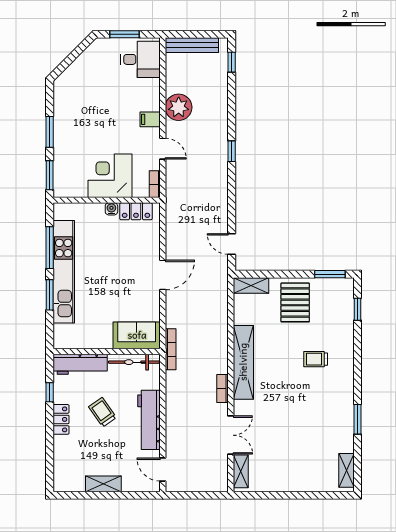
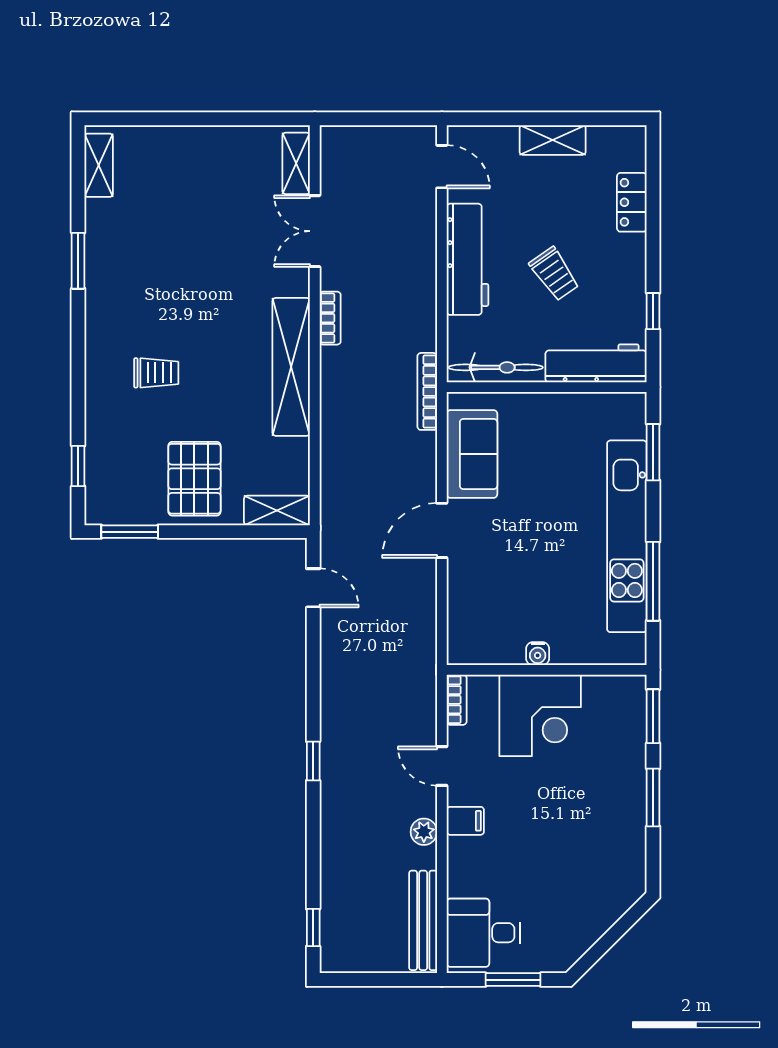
bench: (192, 45) -> (423, 920), moved, turned 90
plant: (179, 107) -> (424, 832), width x0.53, depth x0.53
locker: (136, 211) -> (492, 649), removed
window: (50, 295) -> (653, 452), moved
sofa: (137, 335) -> (472, 454), moved, turned -90
locker: (61, 419) -> (632, 202), moved

